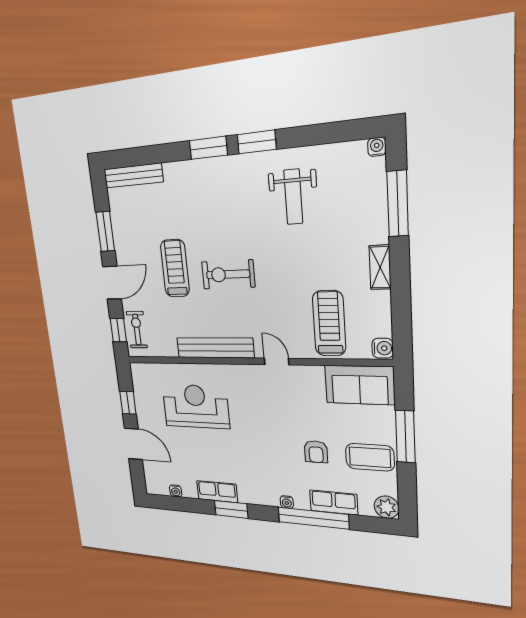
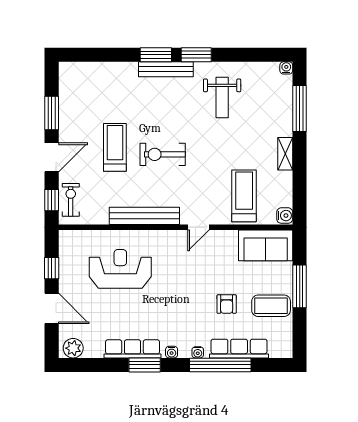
bench: (133, 176) -> (166, 69), moved
door: (277, 361) -> (198, 227), swing flipped
water cooler: (176, 491) -> (172, 352), moved
row of seats: (217, 492) -> (133, 349), width x1.48
row of seats: (334, 502) -> (239, 349), width x1.48
plant: (387, 507) -> (73, 348), moved

